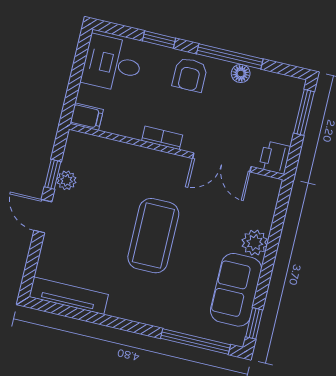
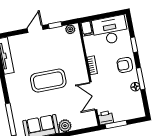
window: (230, 56) -> (141, 79), width x0.69
desk: (112, 64) -> (110, 30), width x1.37
window: (304, 112) -> (116, 125), moved
plant: (67, 180) -> (70, 29), moved

